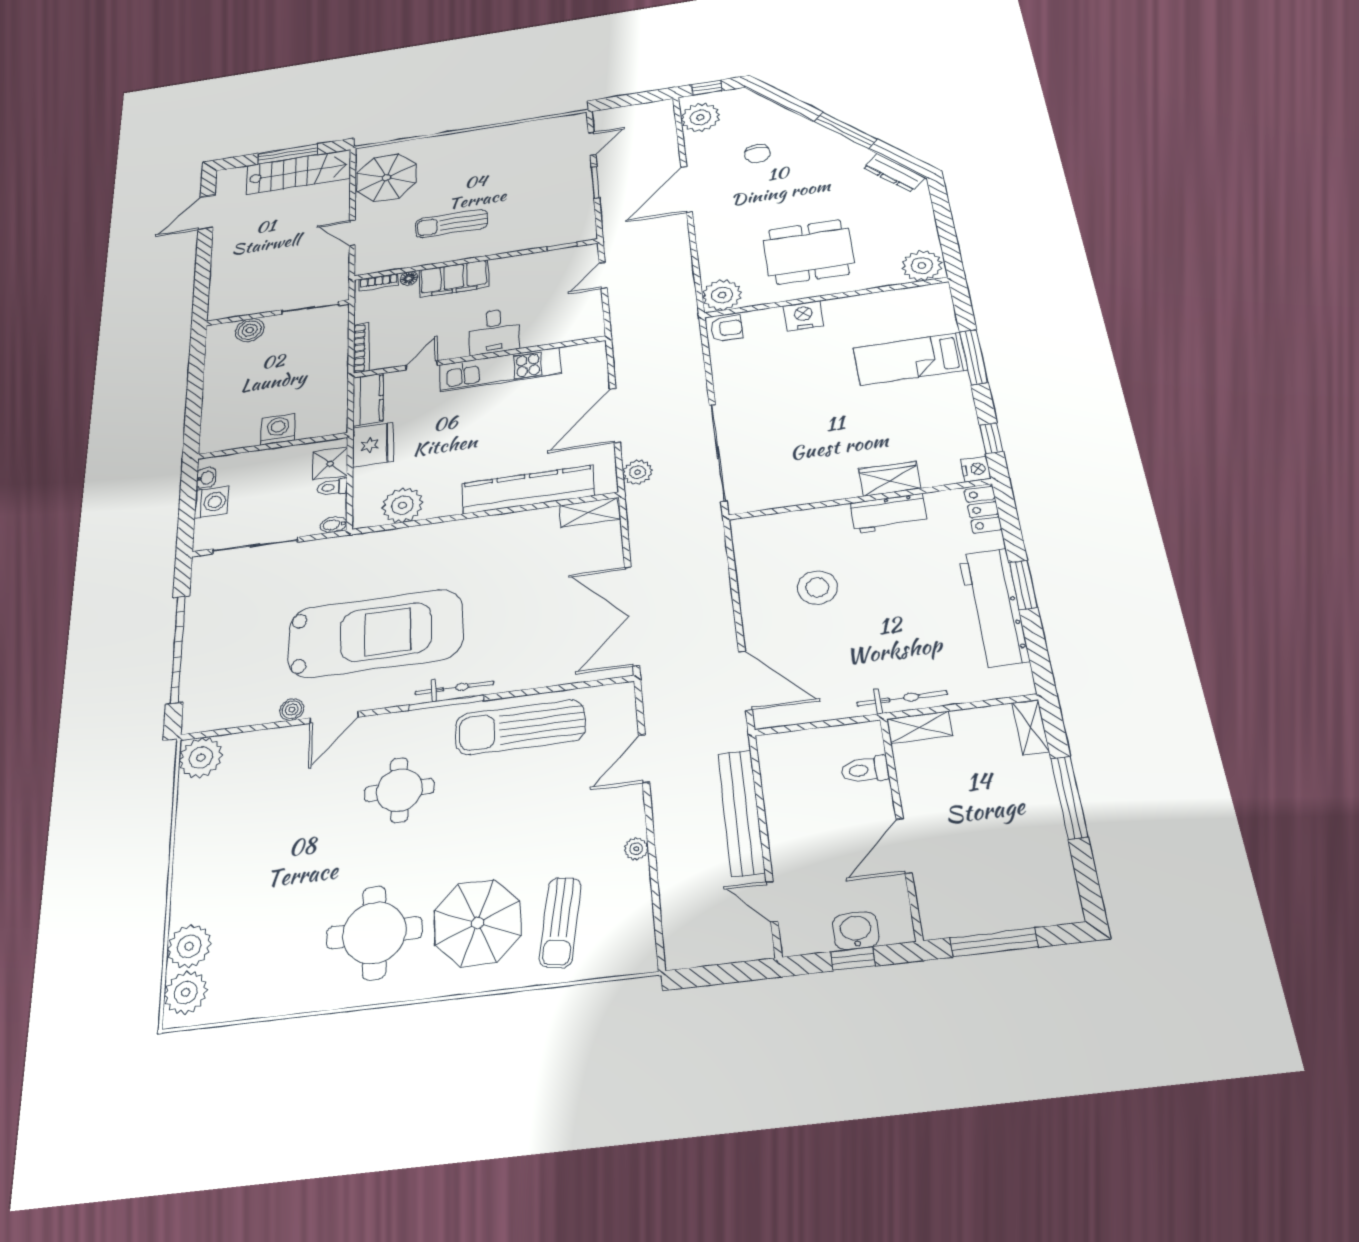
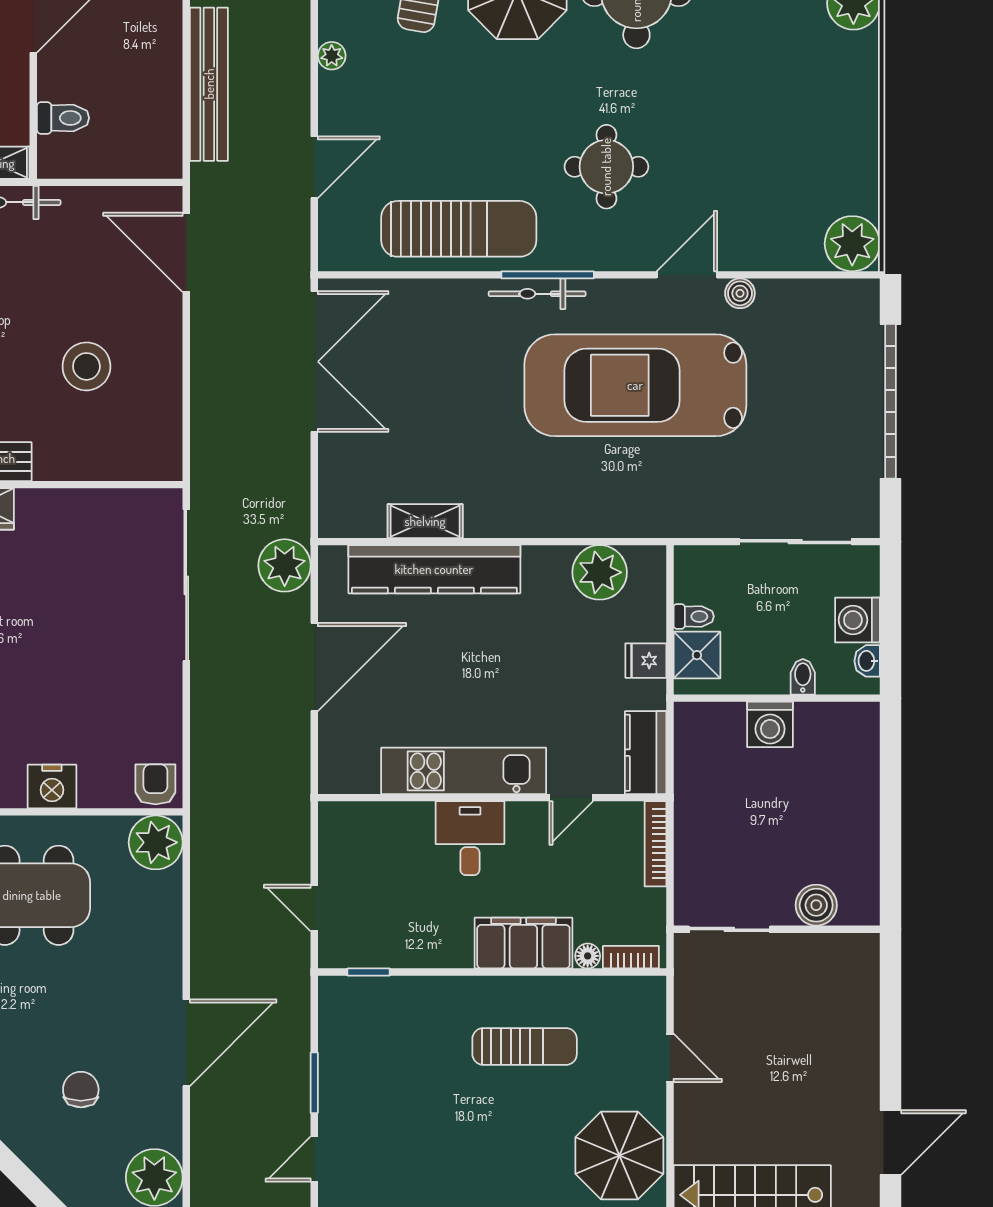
door: (603, 275) -> (314, 908), swing flipped
armchair: (726, 328) -> (155, 784), turned 90
fridge: (373, 445) -> (646, 661), width x0.53, depth x0.75
plant: (638, 472) -> (285, 565), width x1.36, depth x1.36
shelving: (589, 512) -> (425, 521), moved
bidet: (333, 525) -> (803, 677), moved, turned -90

